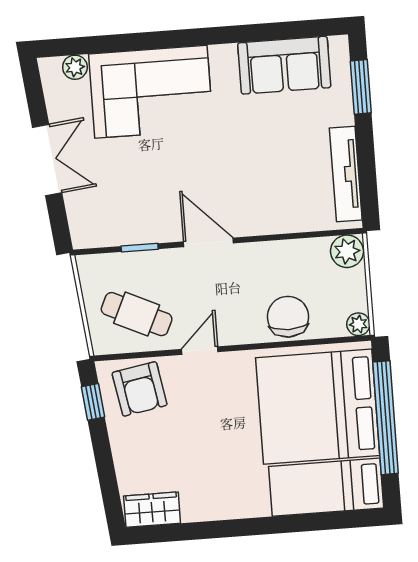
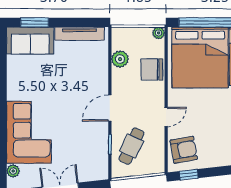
sofa: (284, 65) -> (30, 41), moved, turned 90
plant: (347, 251) -> (120, 59), moved
cafe table: (137, 314) -> (131, 146), moved
door: (200, 351) -> (166, 117), swing flipped

